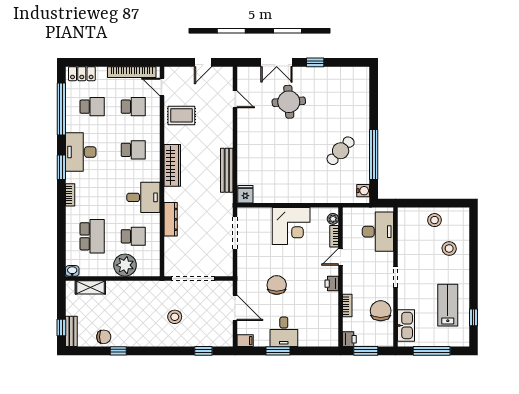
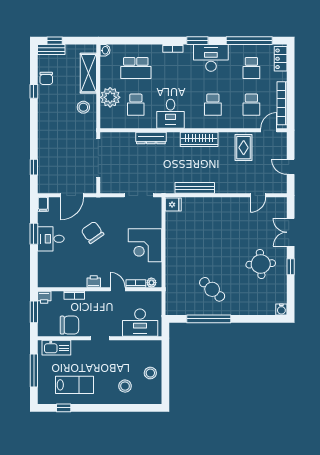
round table: (289, 102) -> (261, 264), moved
water cooler: (363, 191) -> (281, 309), moved
chair: (277, 285) -> (92, 232), turned -125
shelving: (90, 287) -> (88, 73), width x1.50, depth x1.33
stool: (175, 317) -> (83, 107), moved

